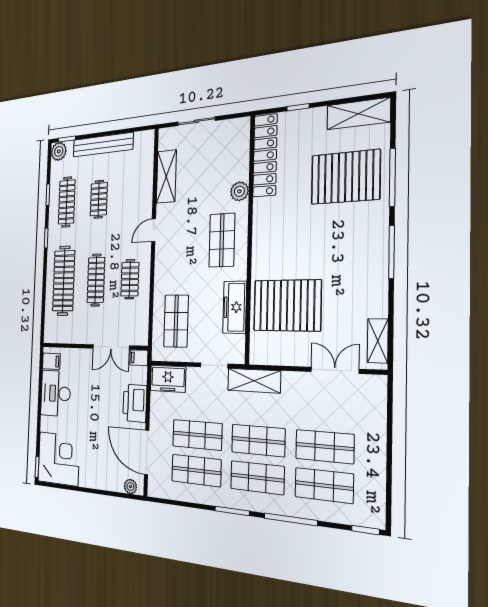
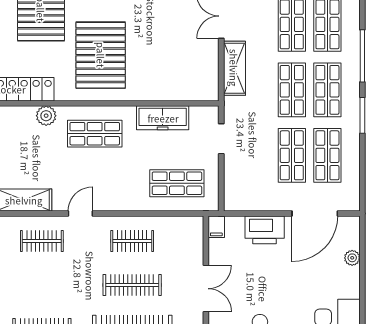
clothes rail: (99, 199) -> (42, 241), moved
door: (154, 230) -> (80, 214), swing flipped
pallet: (287, 305) -> (101, 55), moved
double door: (111, 347) -> (206, 289), moved
freezer: (168, 379) -> (237, 191), removed
shelving: (254, 381) -> (234, 68), moved
plant: (130, 487) -> (352, 258), moved

